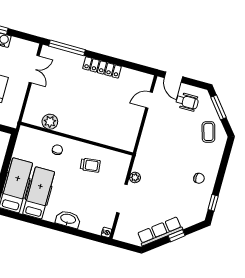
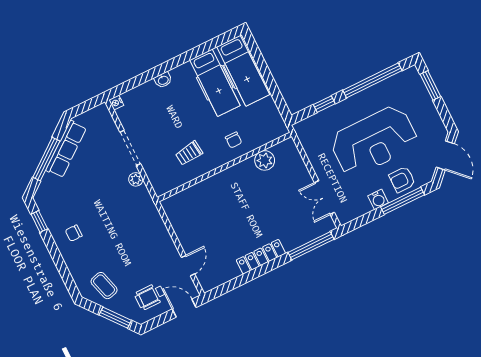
washbasin: (68, 219) -> (163, 80), width x0.52, depth x0.69
window: (177, 236) -> (46, 159), width x2.17

